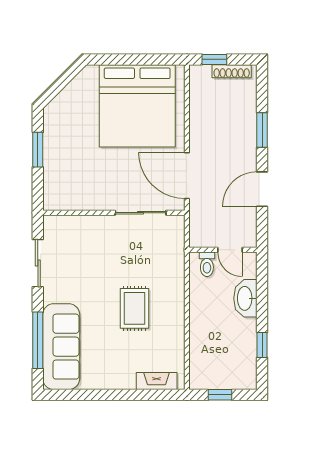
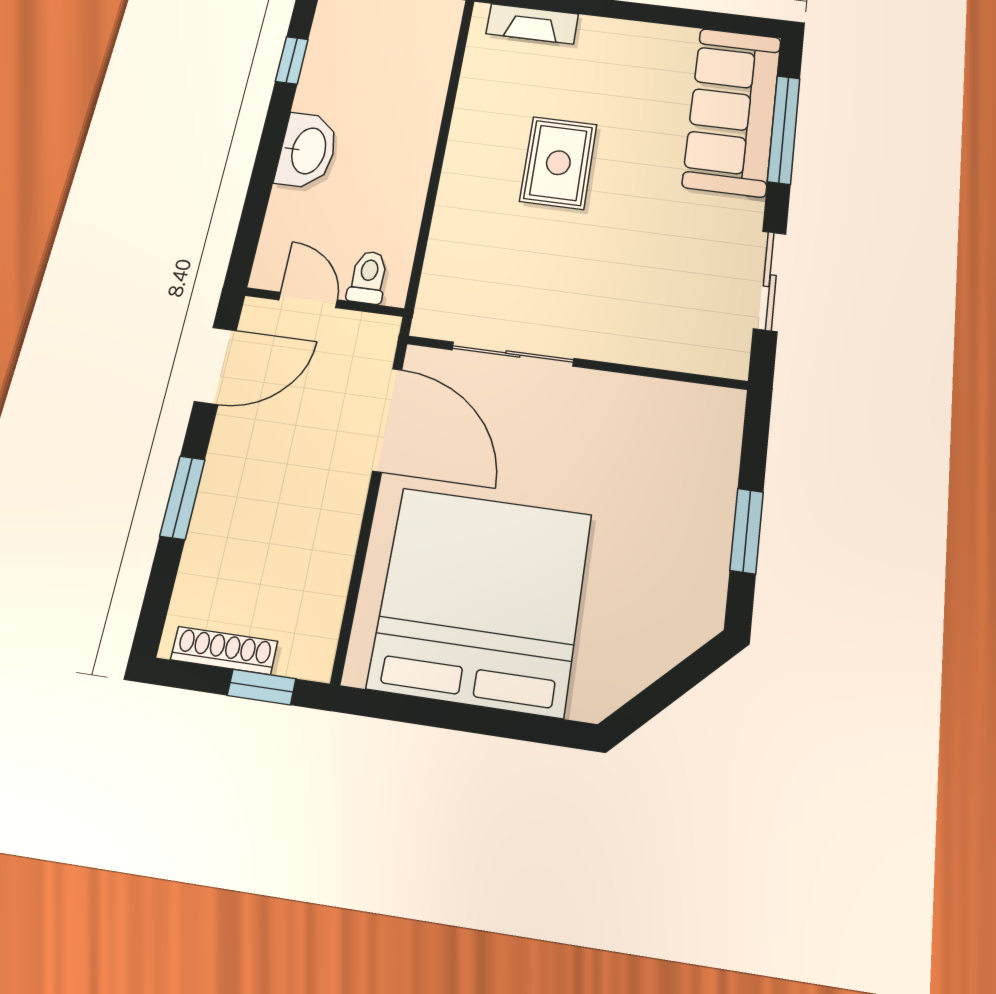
wall: (223, 250) -> (325, 302), moved
door: (230, 250) -> (308, 300), moved
toilet: (207, 264) -> (368, 277), moved

